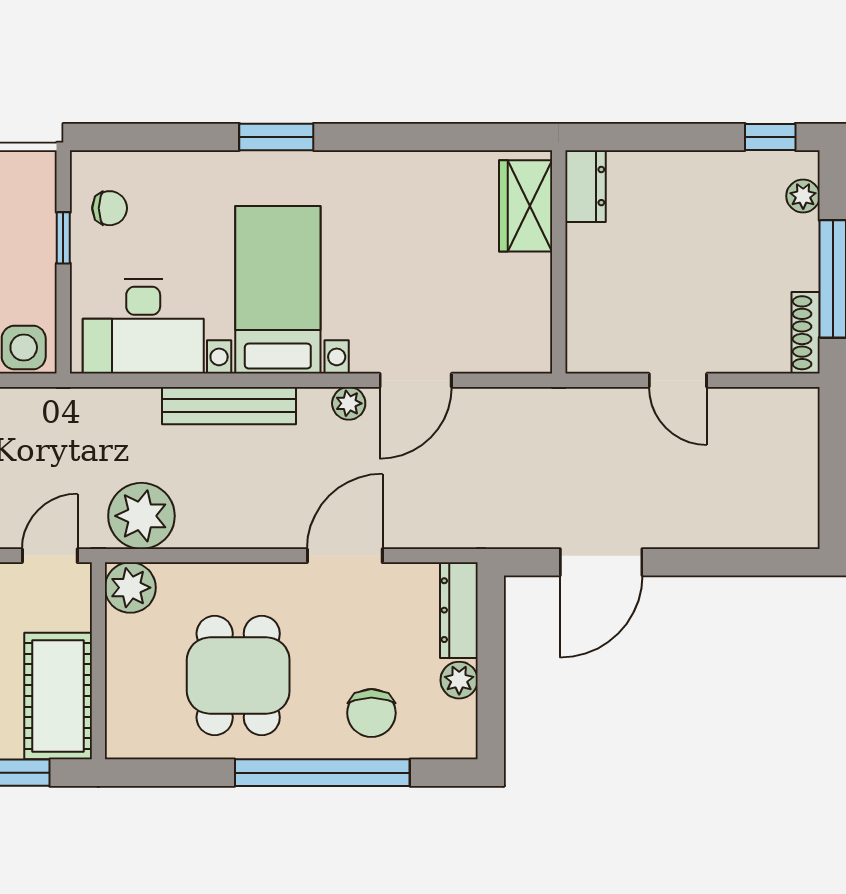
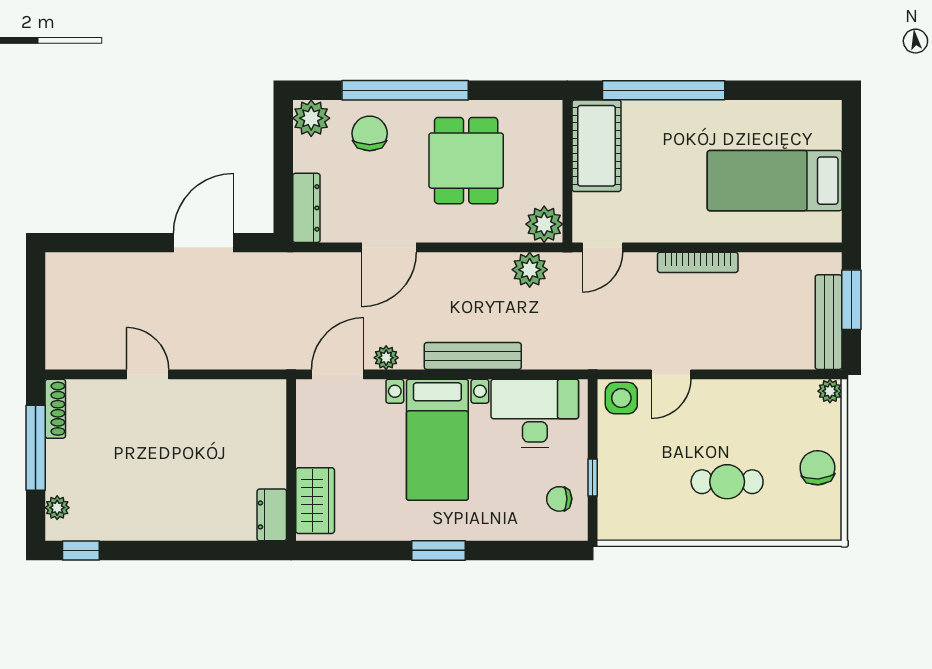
dresser: (586, 186) -> (272, 515), moved
wardrobe: (526, 206) -> (315, 501), moved
wall: (559, 262) -> (291, 460), moved
plant: (141, 516) -> (530, 270), width x0.73, depth x0.73
plant: (459, 680) -> (311, 118), moved, width x1.38, depth x1.38

